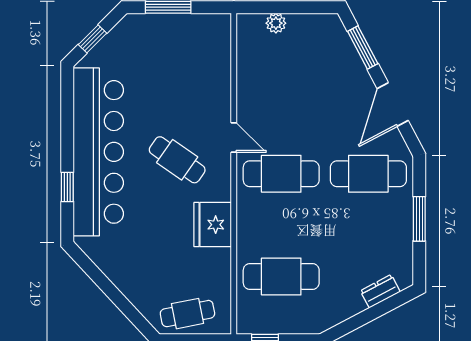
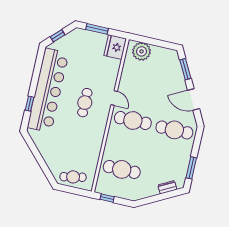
plant: (276, 23) -> (142, 51), width x1.87, depth x1.87
door: (393, 104) -> (193, 100), hinge flipped
cafe table: (177, 160) -> (85, 103), turned 55
window: (419, 219) -> (191, 168), moved
fridge: (213, 225) -> (115, 47), moved

